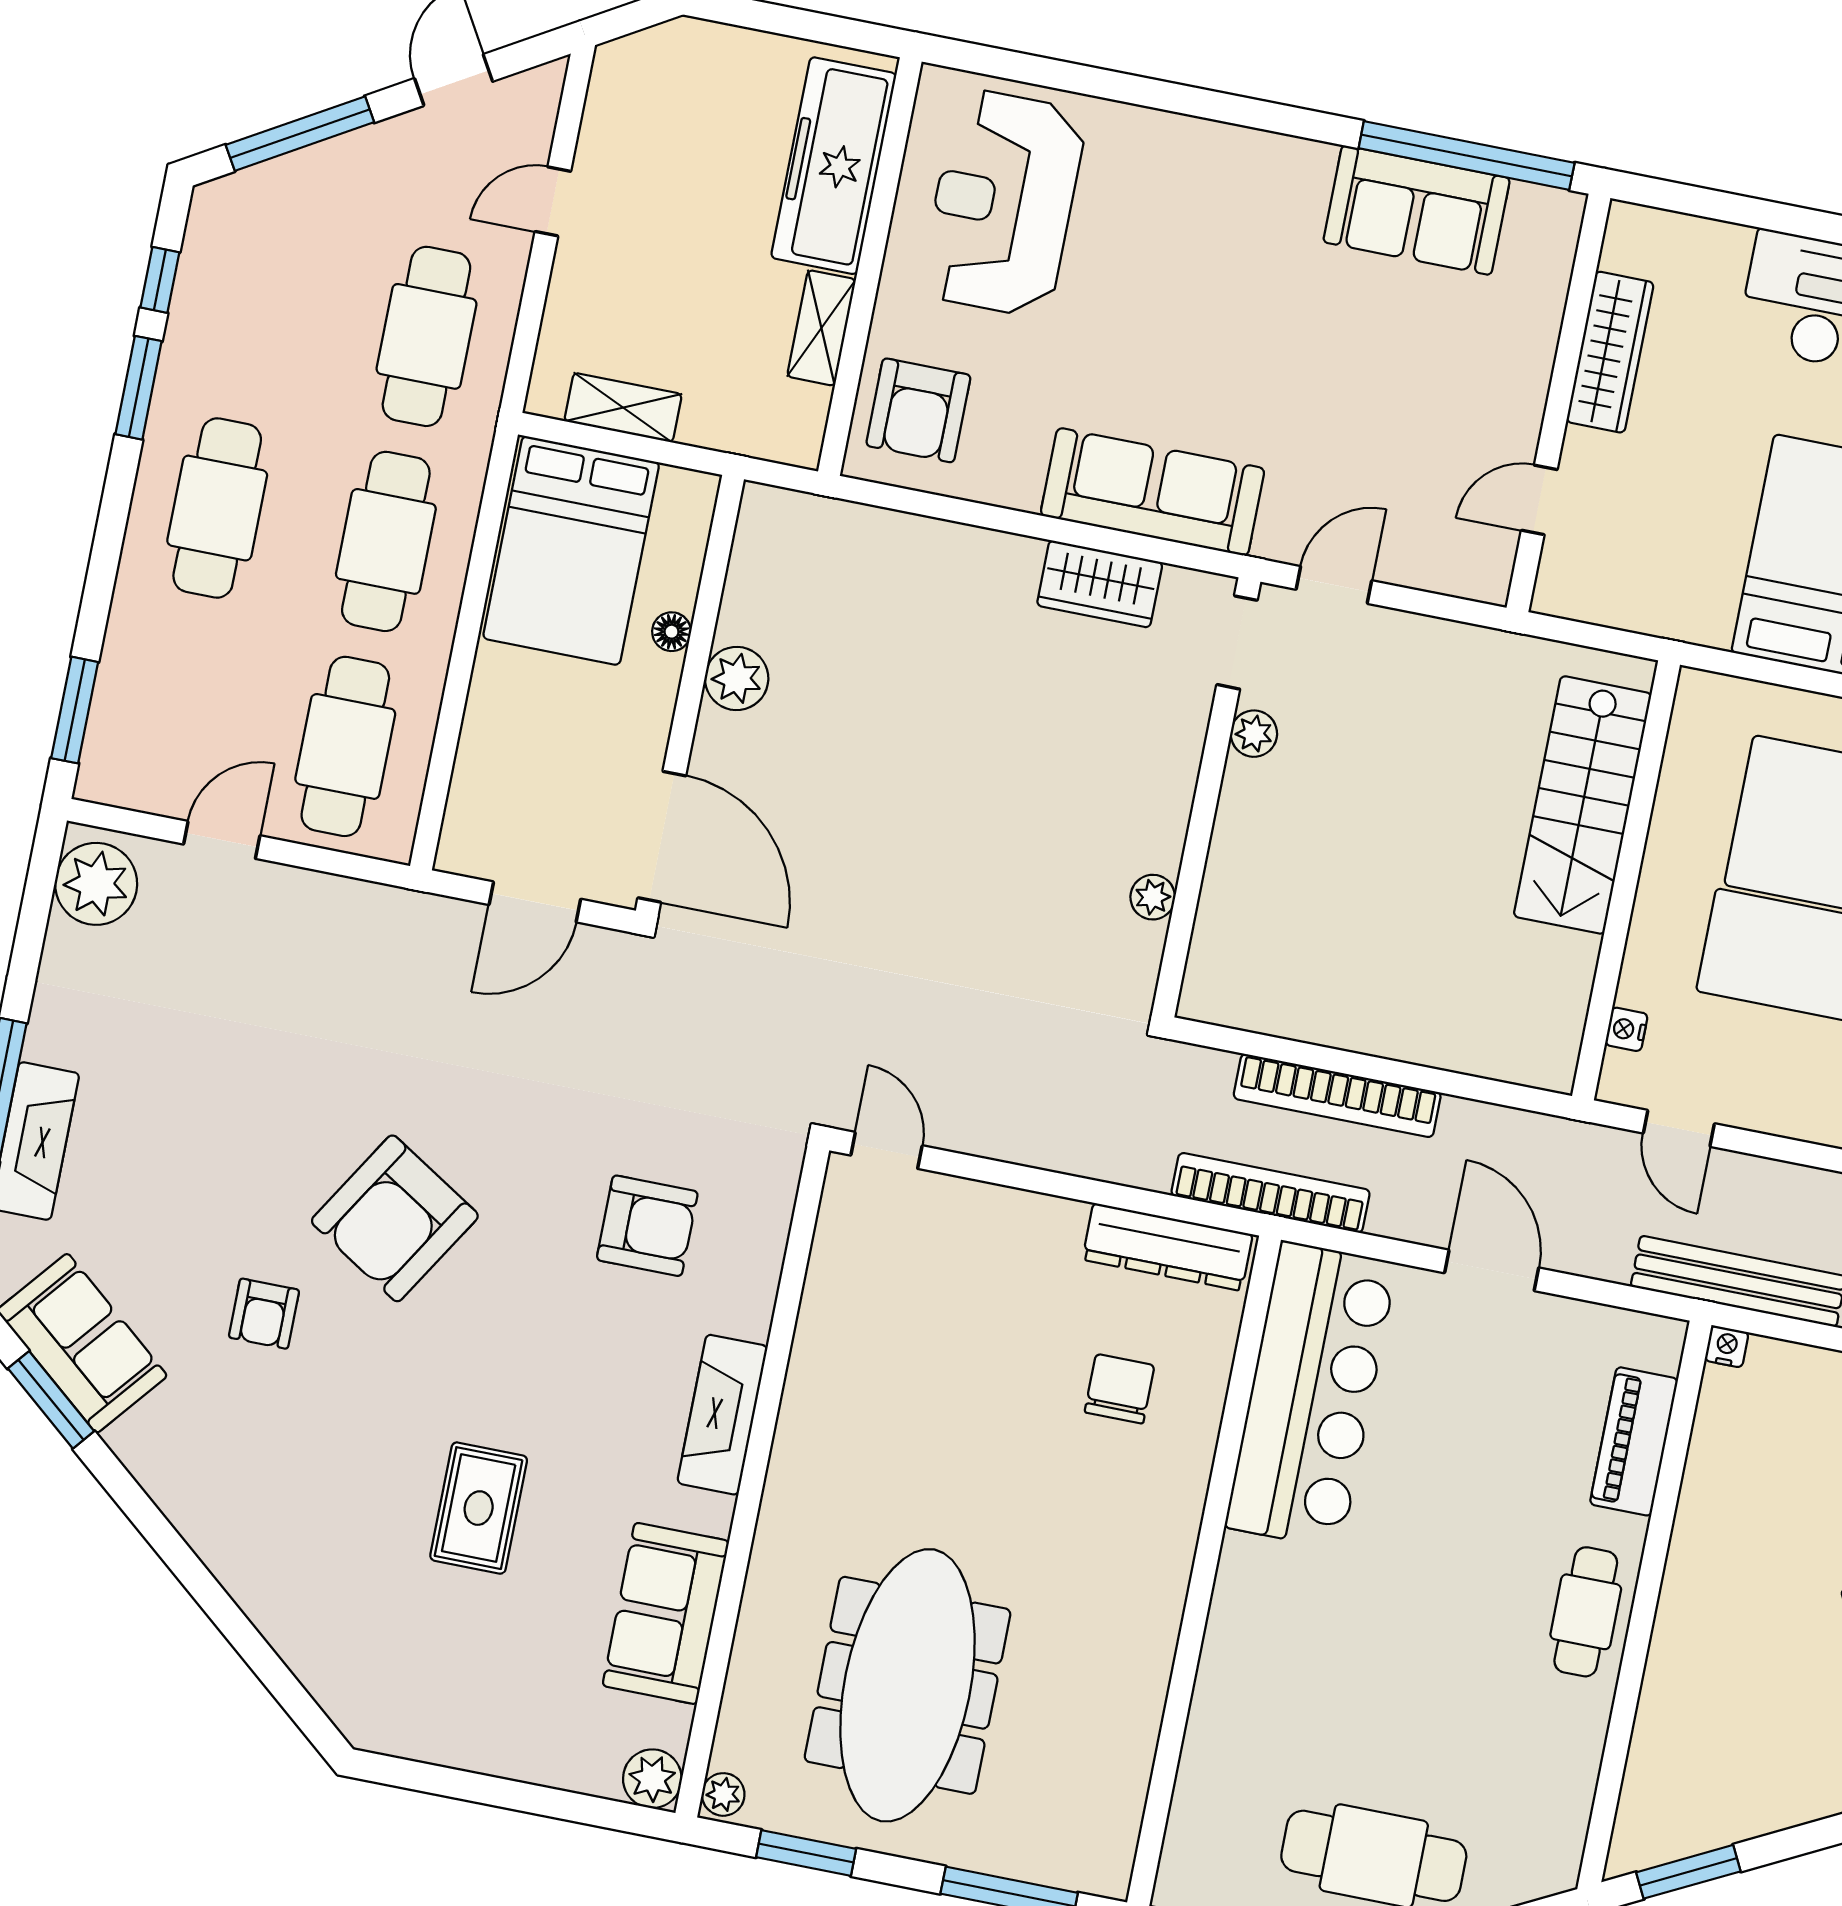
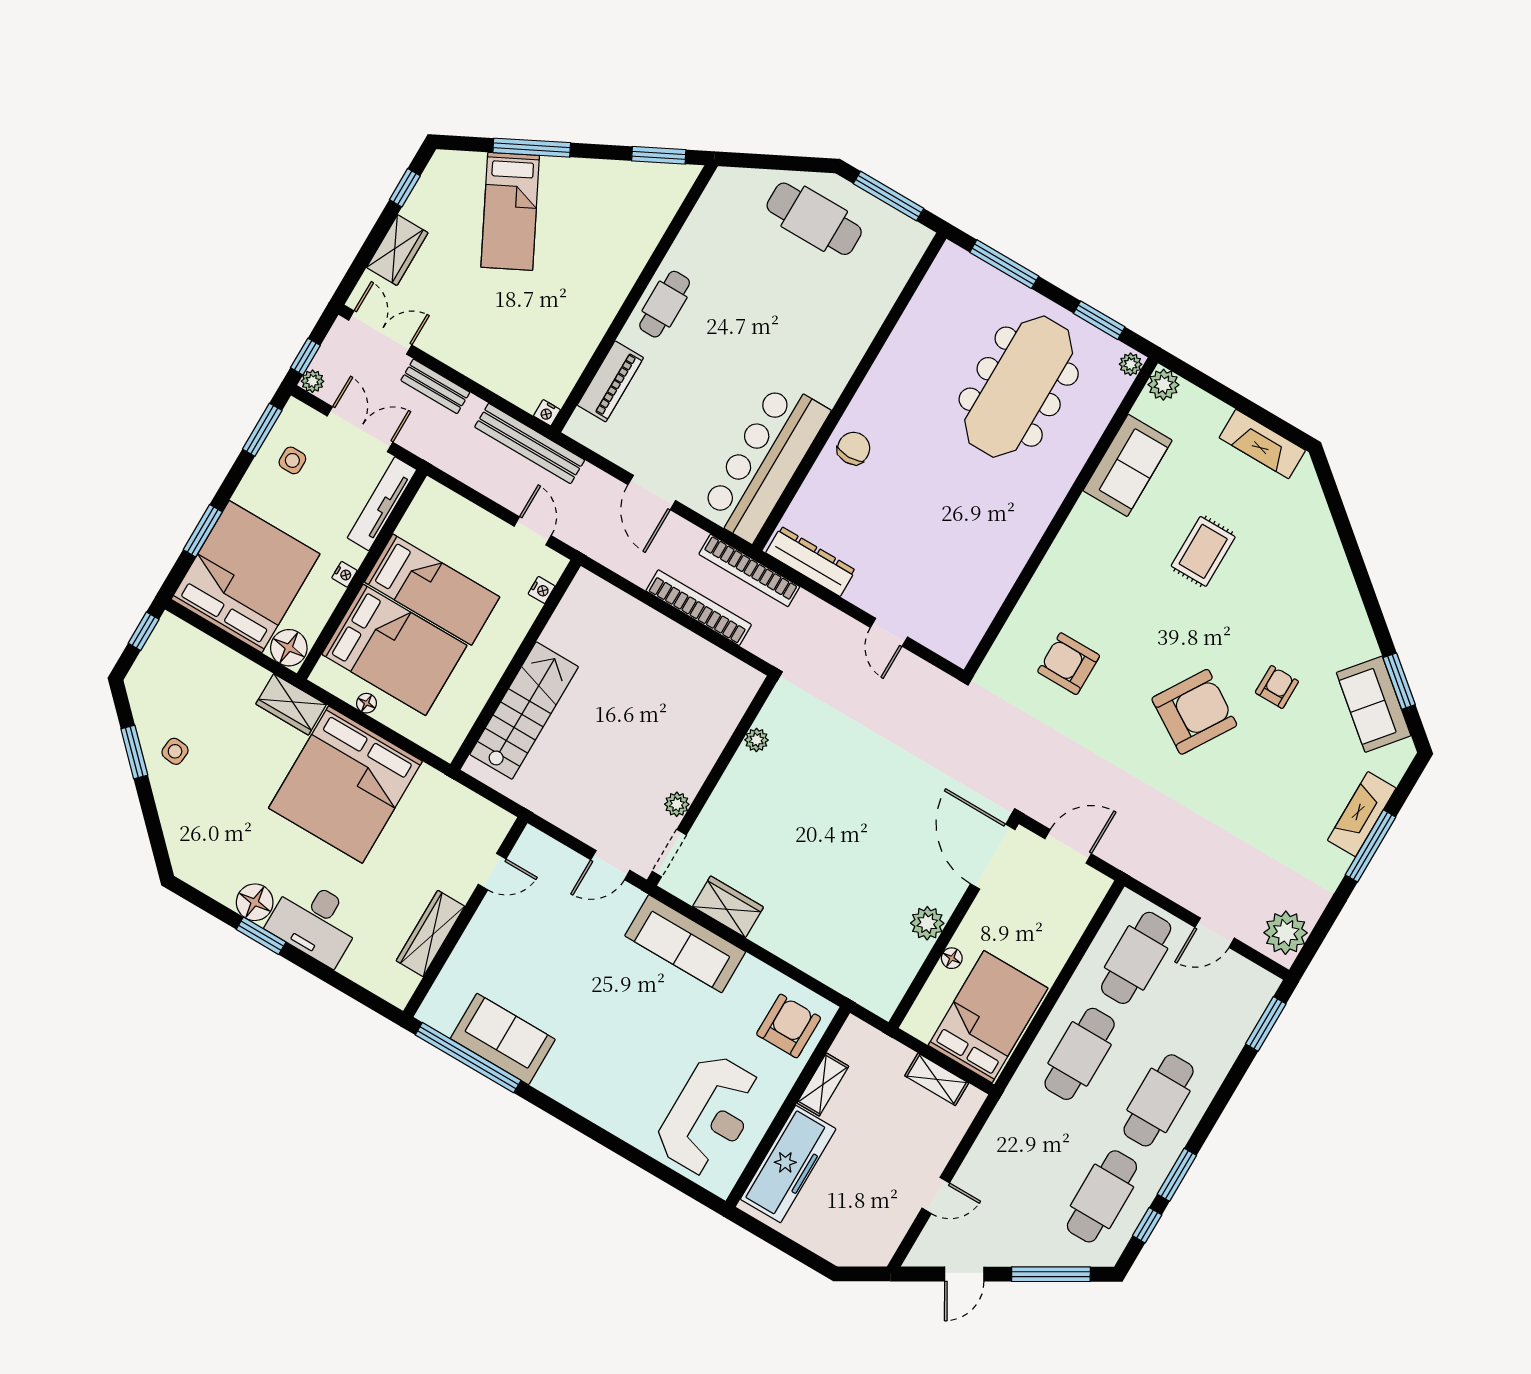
cafe table: (426, 336) -> (1102, 1196), moved
door: (886, 1150) -> (889, 632), moved
chair: (1120, 1389) -> (854, 448), moved, turned 180
fireplace: (722, 1415) -> (1262, 444), moved, turned 90

